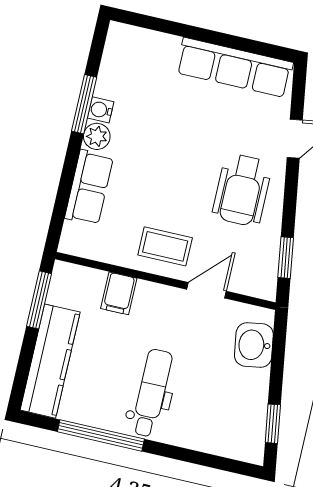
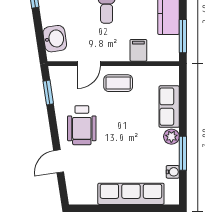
row of seats: (234, 68) -> (131, 194), moved
water cooler: (101, 110) -> (173, 172), moved
wheelchair: (242, 190) -> (82, 125), turned 180

